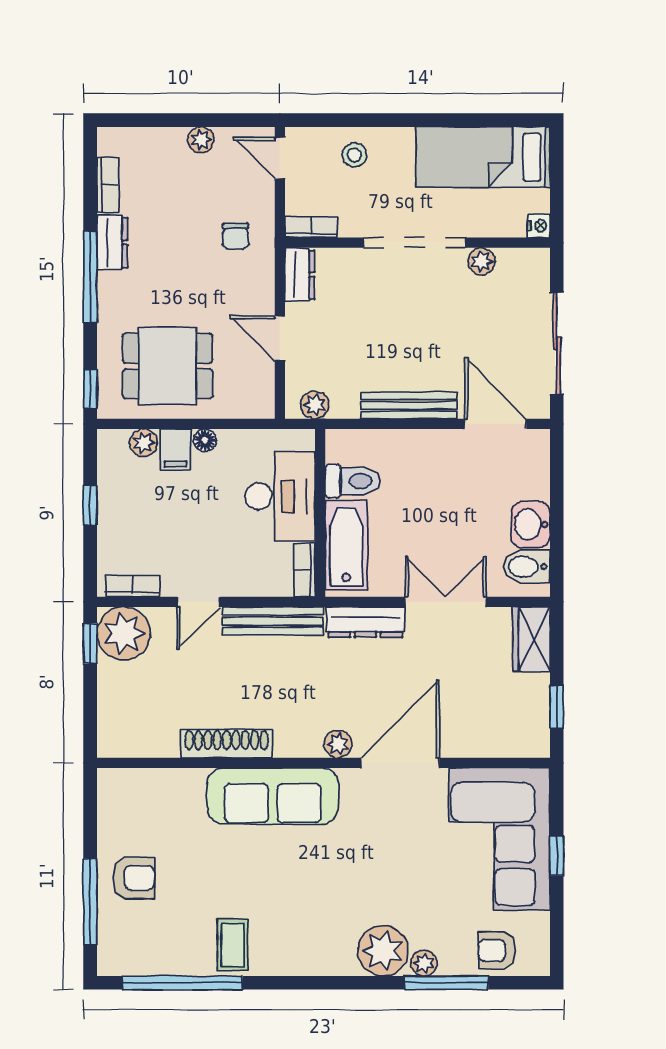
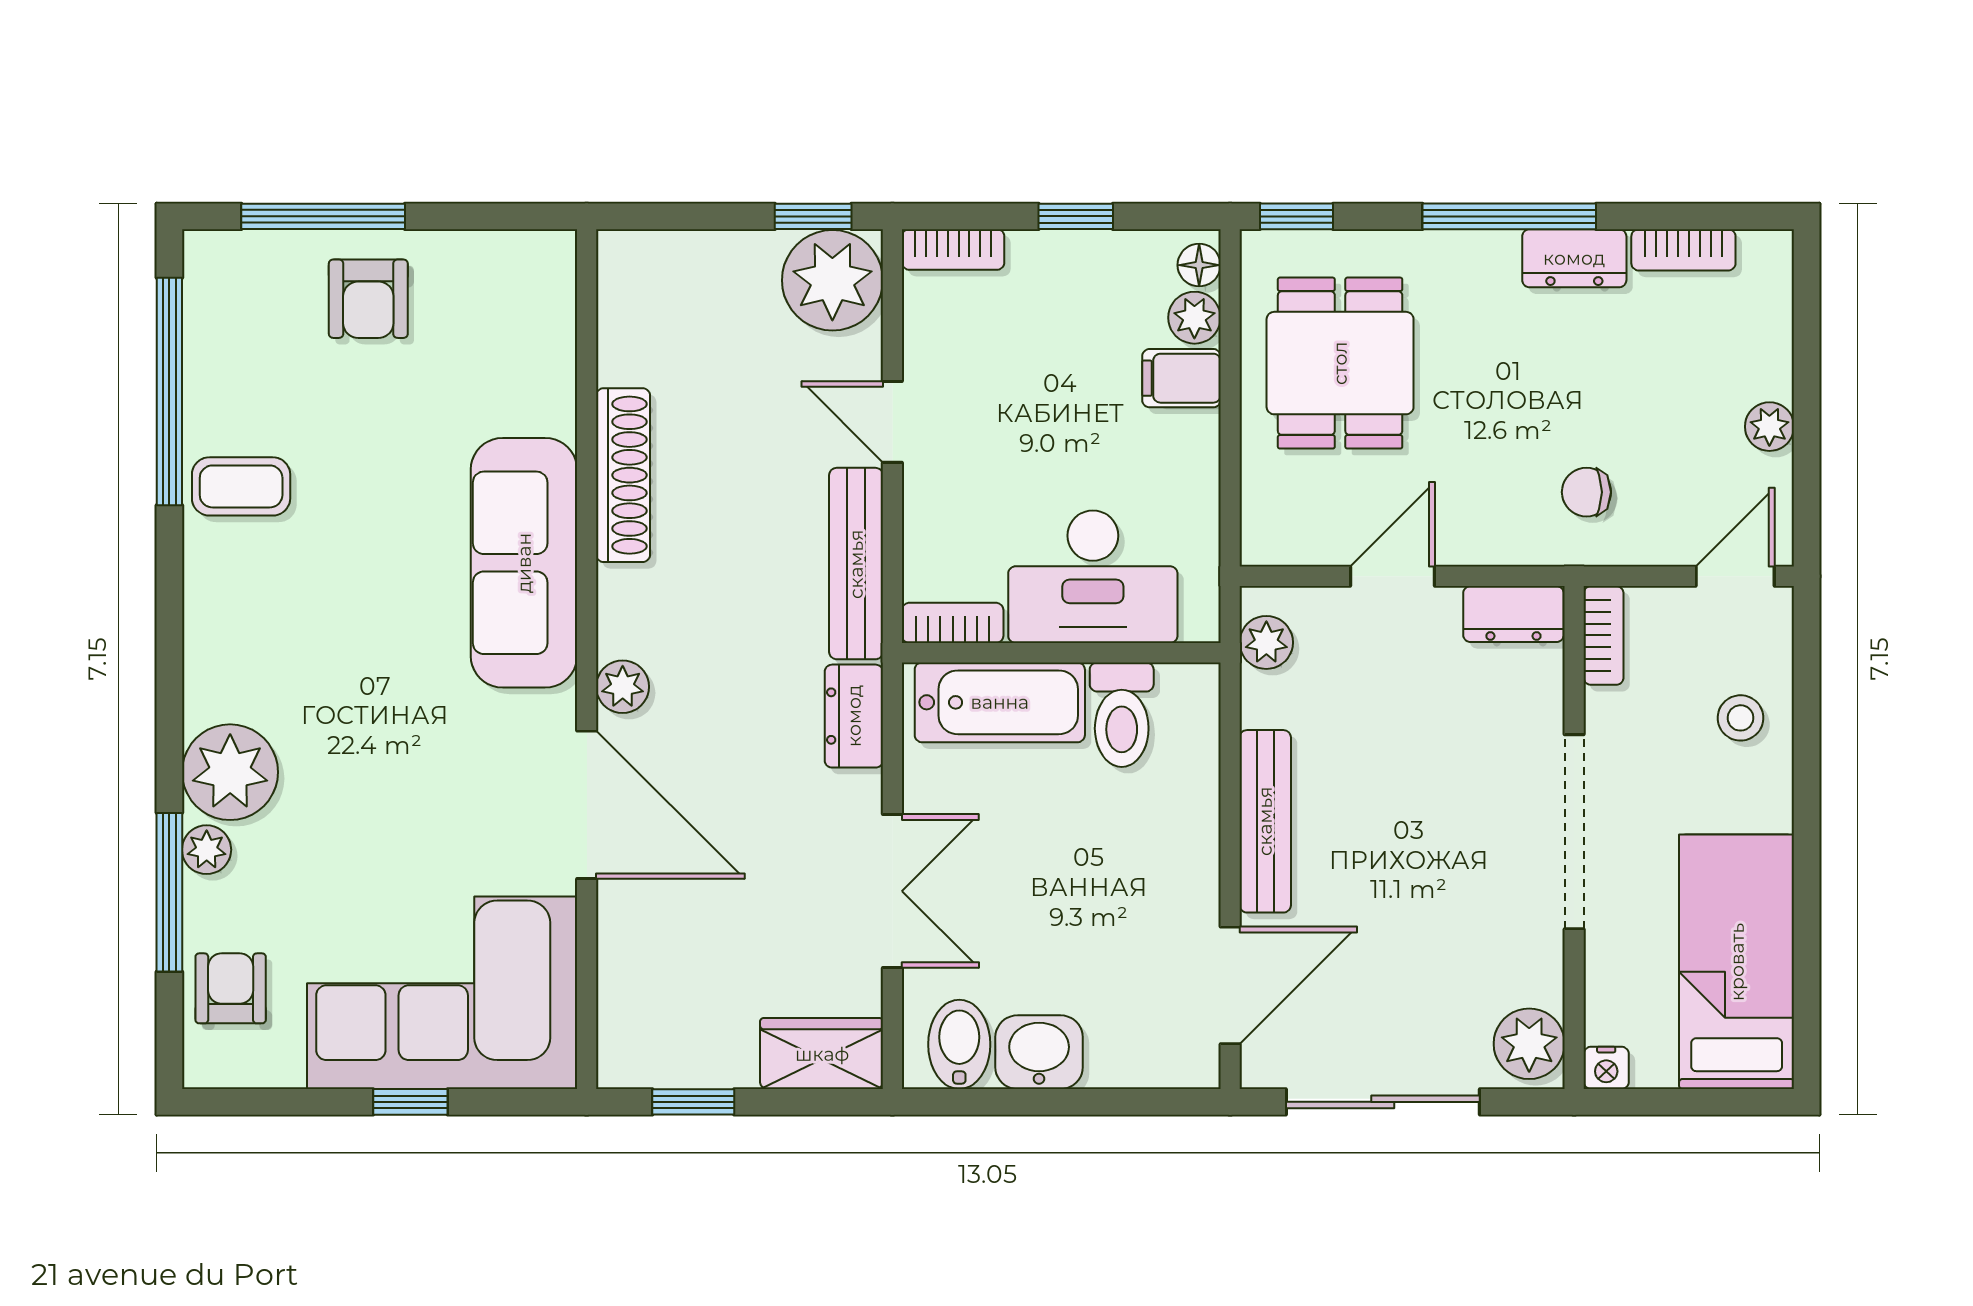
plant: (482, 261) -> (1529, 1044), moved, width x1.38, depth x1.38
floor lamp: (205, 440) -> (1199, 265), moved
bookcase: (133, 586) -> (953, 249), moved, turned 90
dresser: (365, 622) -> (854, 716), width x0.70

